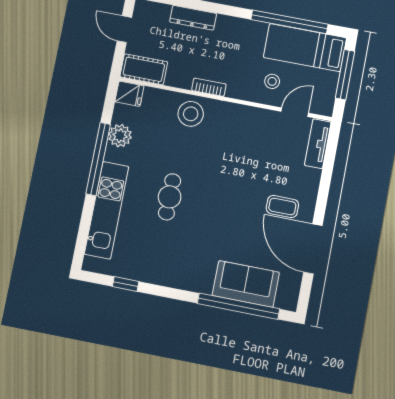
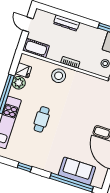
fridge: (129, 94) -> (23, 70), moved
window: (126, 284) -> (25, 167), moved

